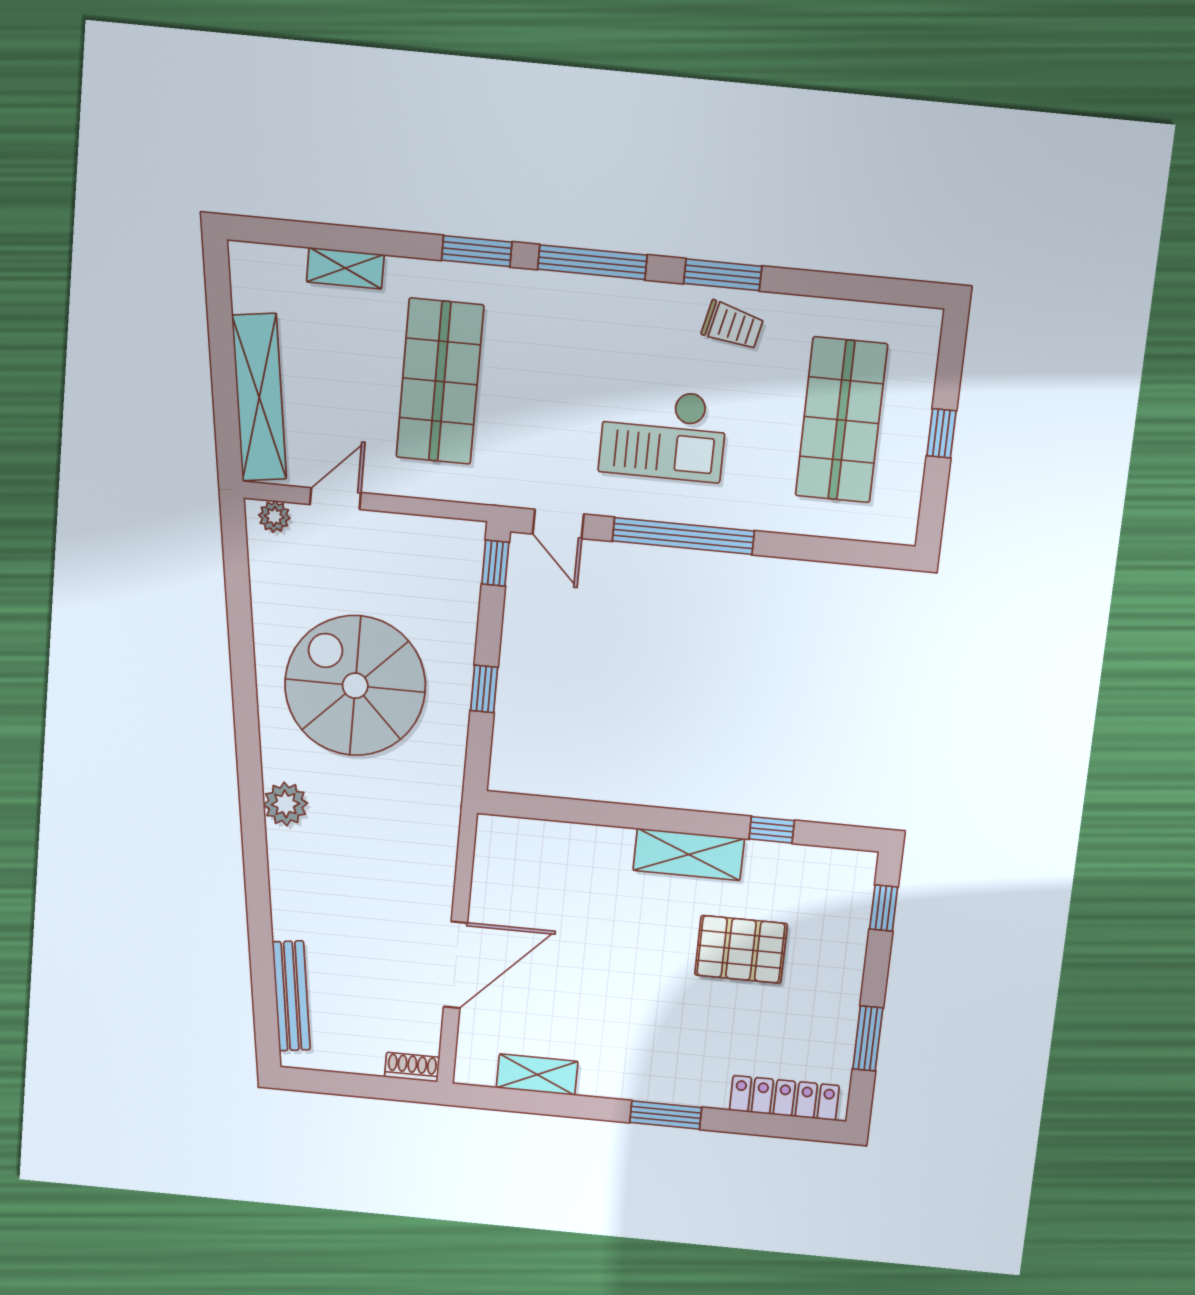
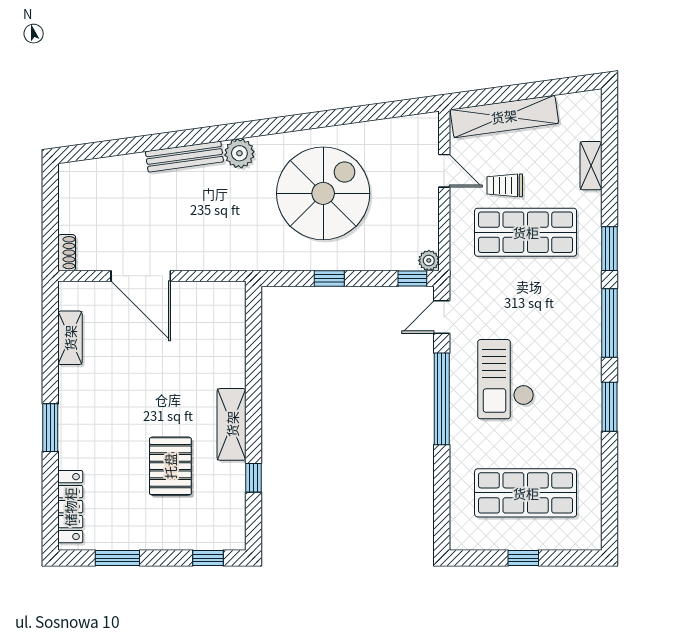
trolley: (732, 325) -> (505, 185), moved, turned 77
plant: (274, 517) -> (429, 260), moved
bench: (291, 996) -> (184, 157), moved

